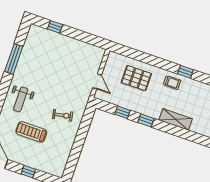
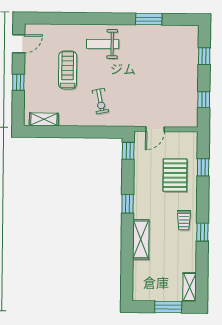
window: (87, 38) -> (204, 100), added
window: (137, 55) -> (203, 167), added
window: (14, 59) -> (149, 19), width x0.69
window: (122, 112) -> (128, 151), moved
shelving: (62, 162) -> (44, 119), added

